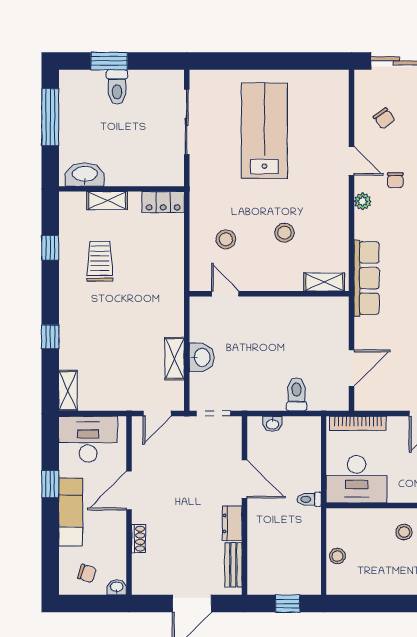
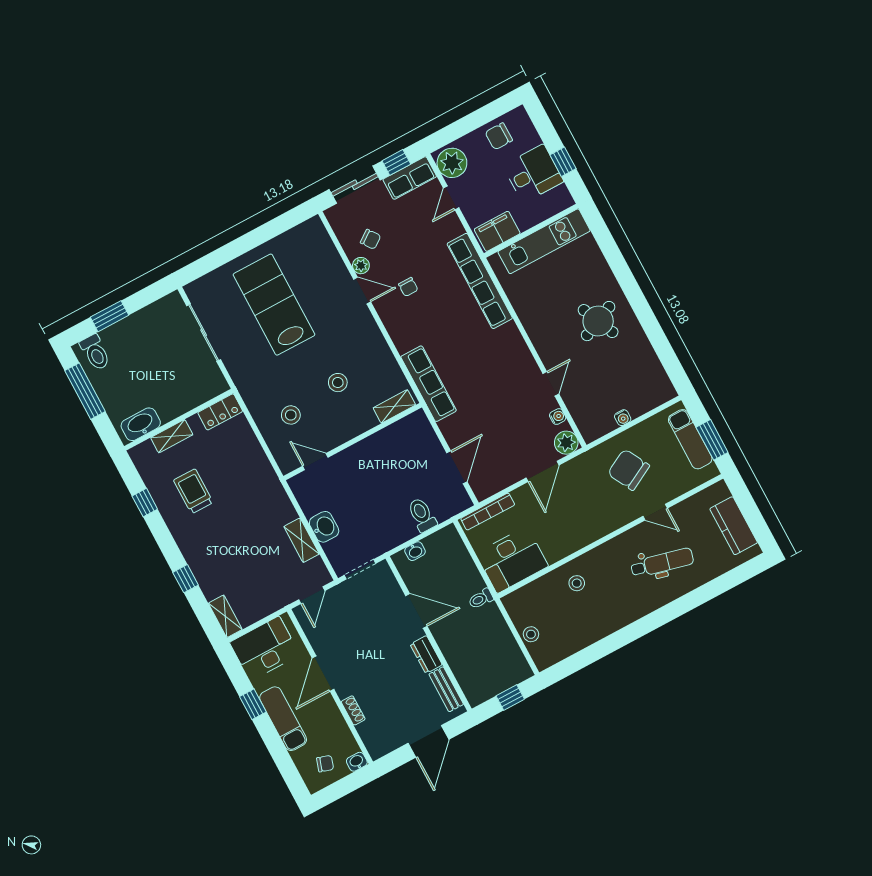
toilet: (117, 87) -> (95, 352), moved
plant: (363, 201) -> (361, 266), moved

